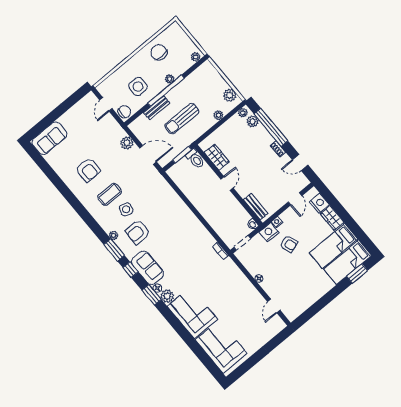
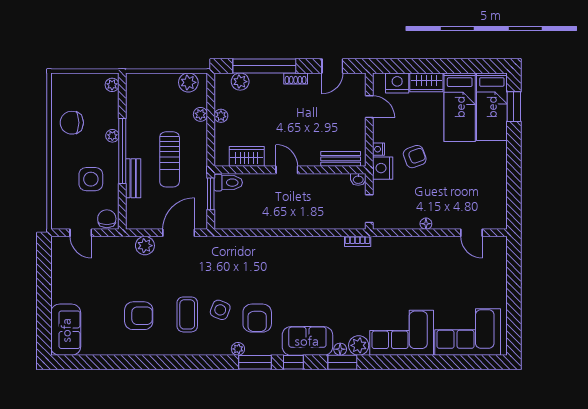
plant: (243, 113) -> (221, 116), moved

